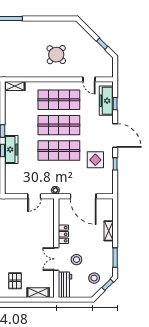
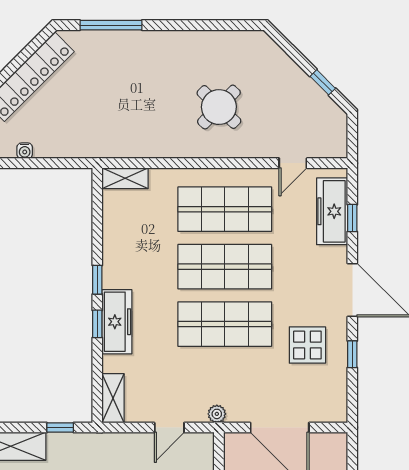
door: (89, 79) -> (293, 163), hinge flipped
shelving: (9, 183) -> (113, 398), added

